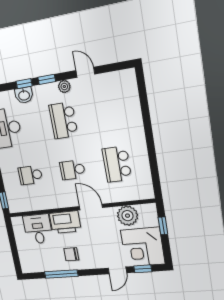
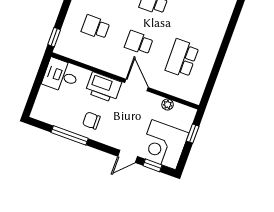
plant: (128, 216) -> (168, 105), width x0.53, depth x0.53
desk: (38, 229) -> (61, 75), moved, turned -90

